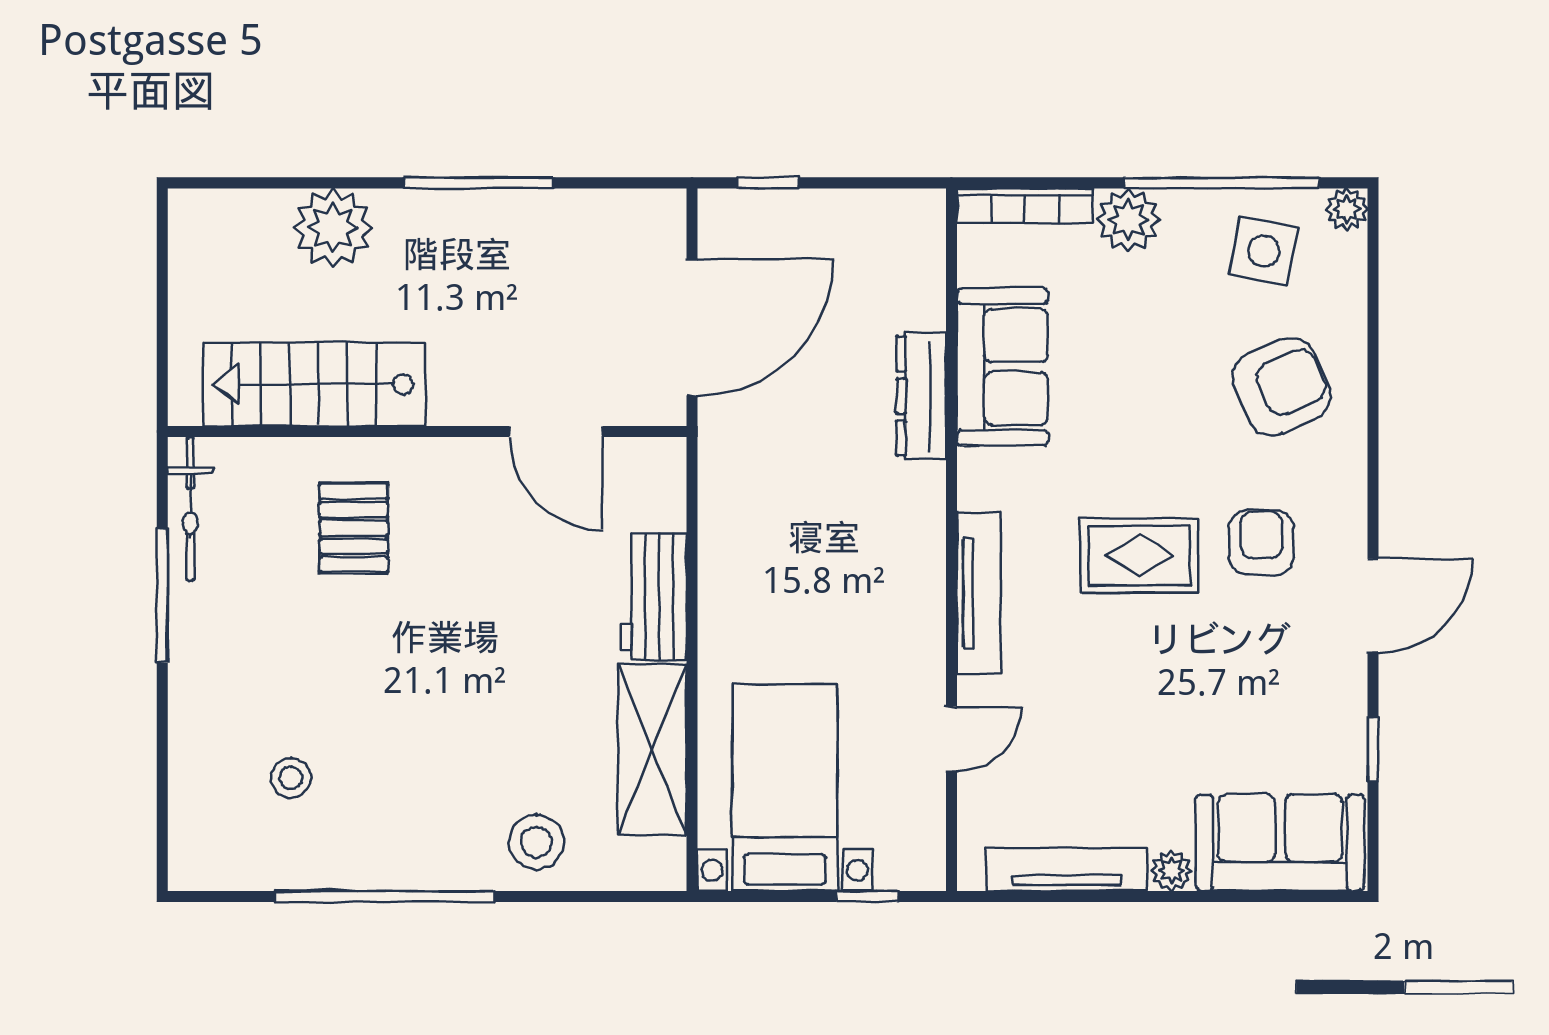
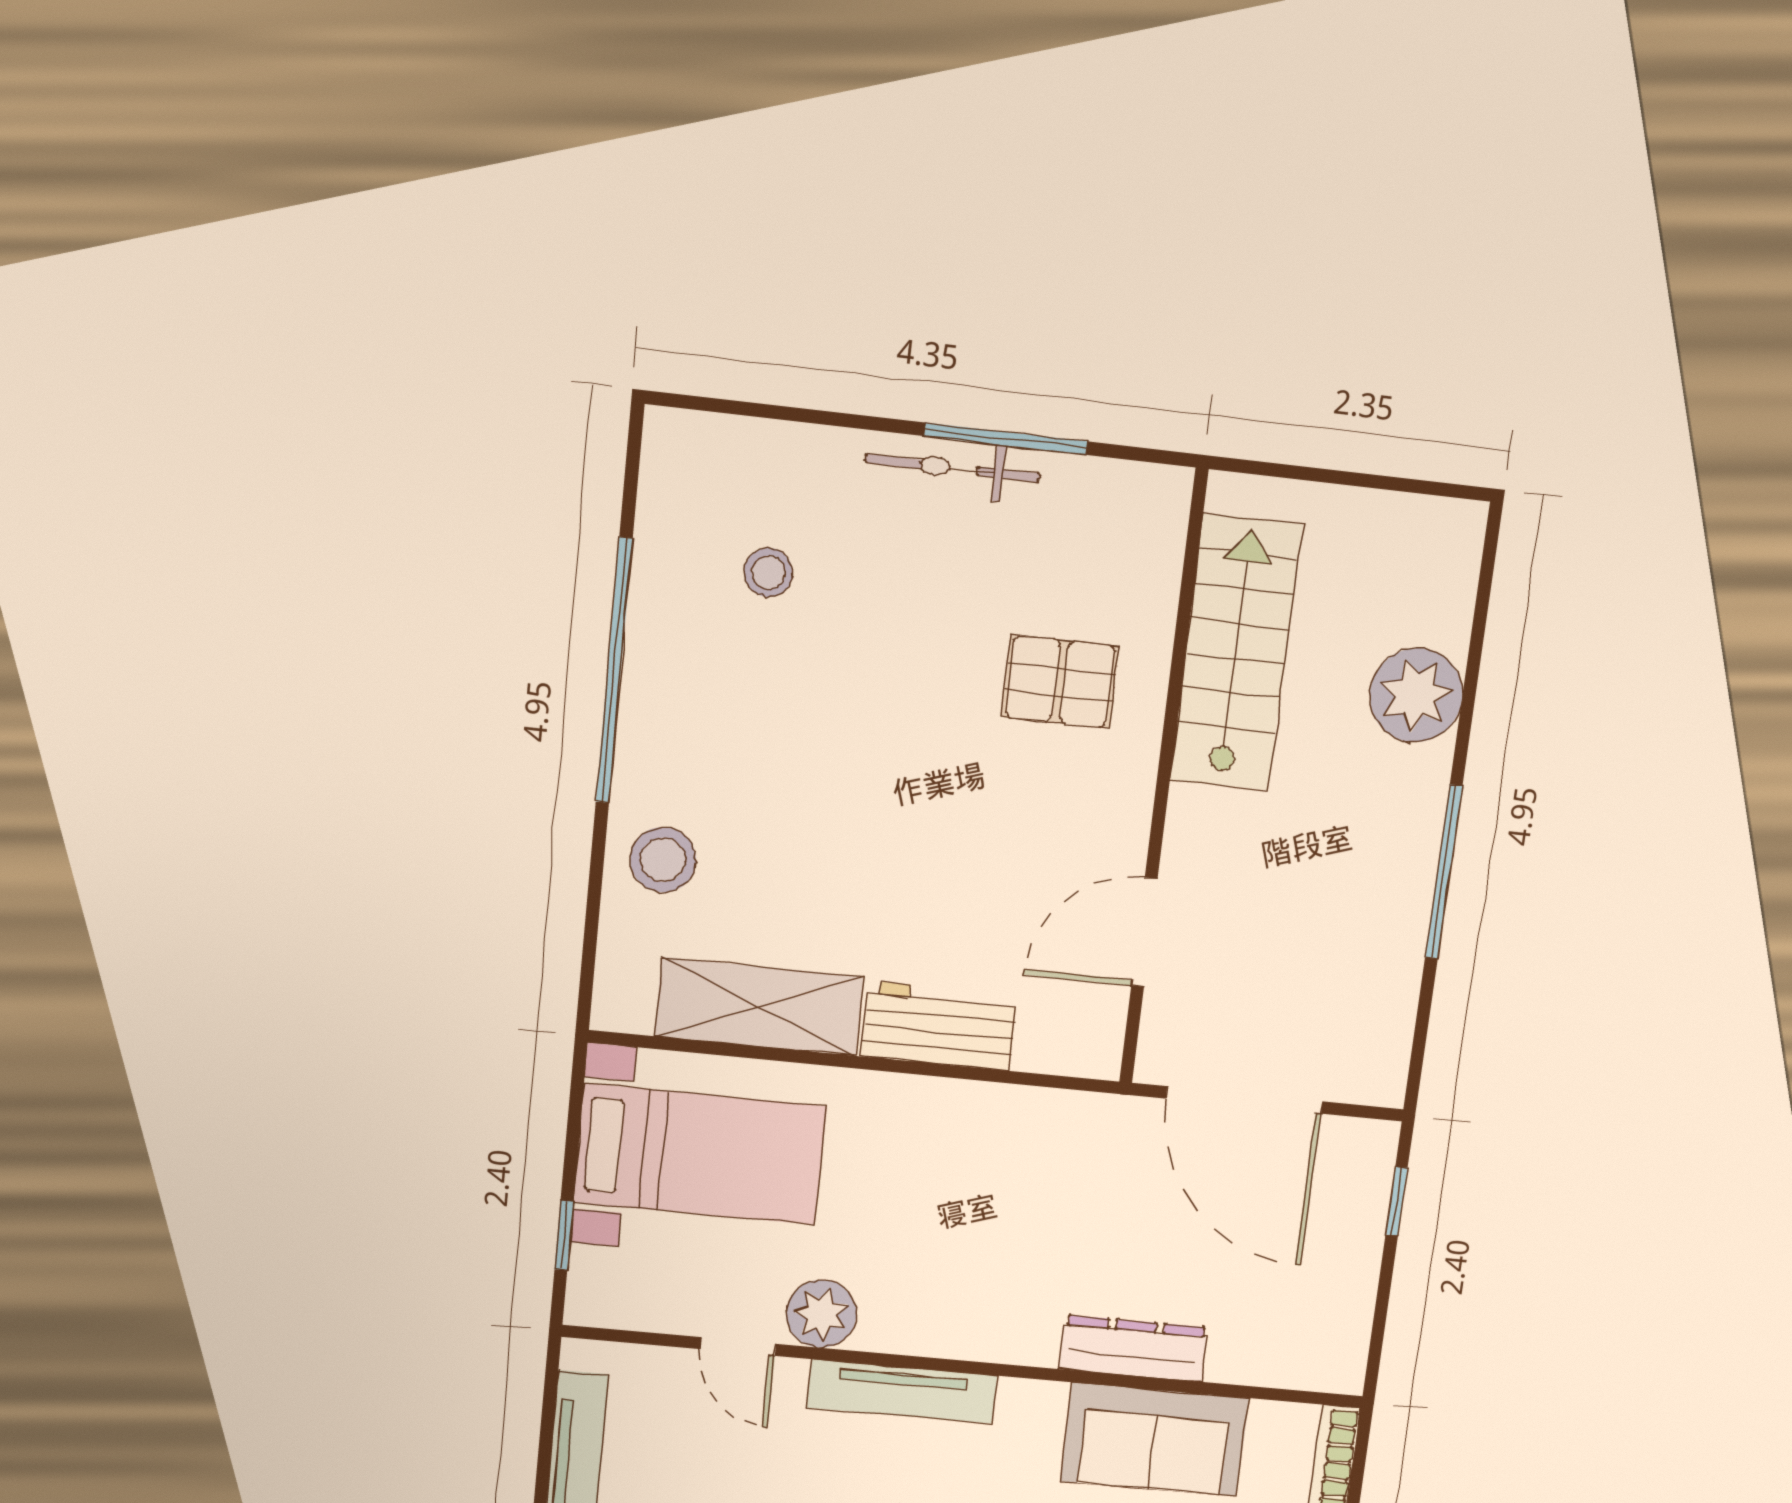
bicycle: (190, 509) -> (953, 468), moved
plant: (916, 670) -> (821, 1314), added

